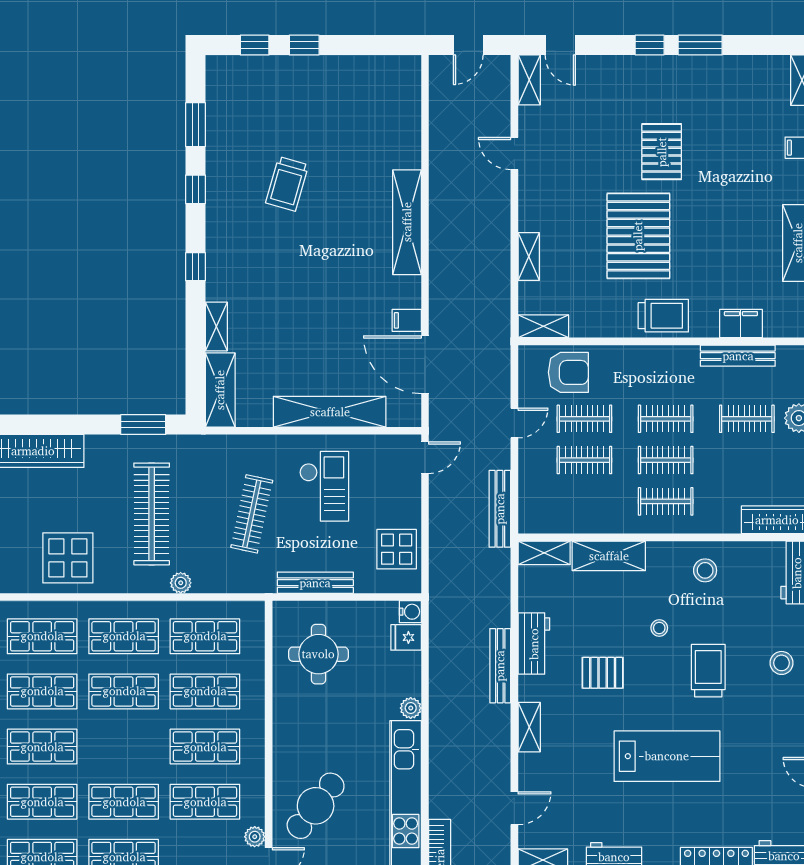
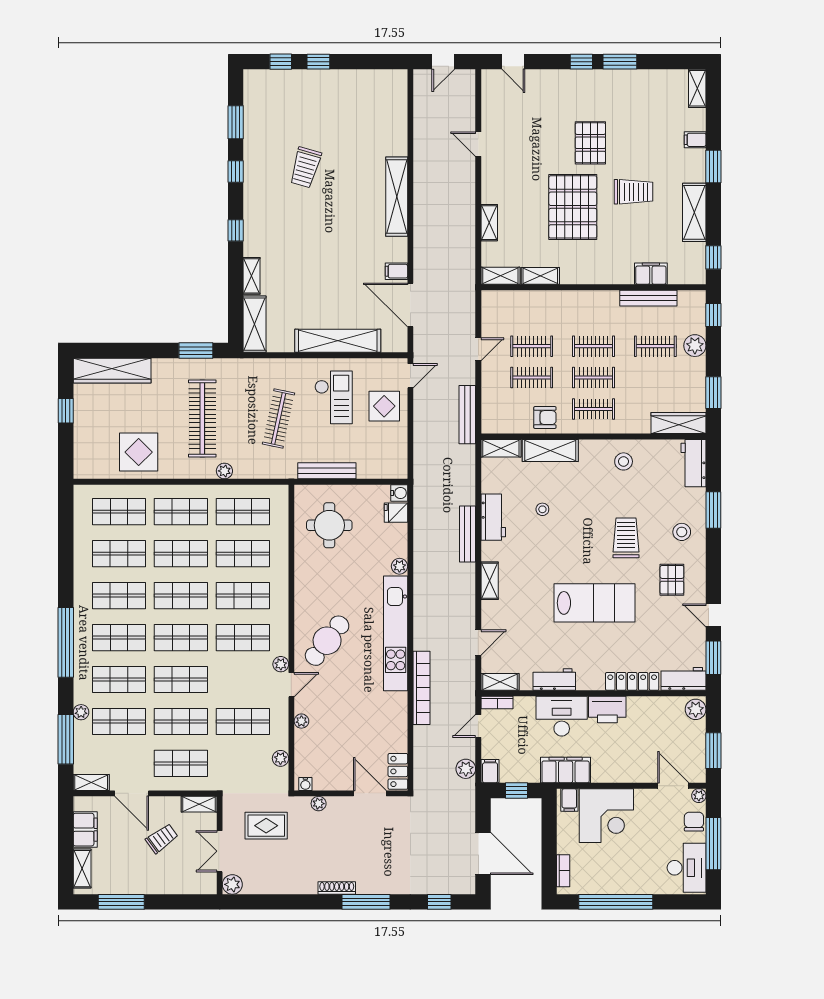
shelving: (529, 80) -> (540, 276), moved, turned 90
trolley: (663, 316) -> (634, 192), moved
armchair: (568, 372) -> (545, 418), moved, width x0.72, depth x0.72
display table: (397, 549) -> (384, 406), moved
stool: (659, 628) -> (542, 509), moved
pallet: (603, 673) -> (672, 580), moved, turned 90
shop shelf: (124, 747) -> (181, 596), added

